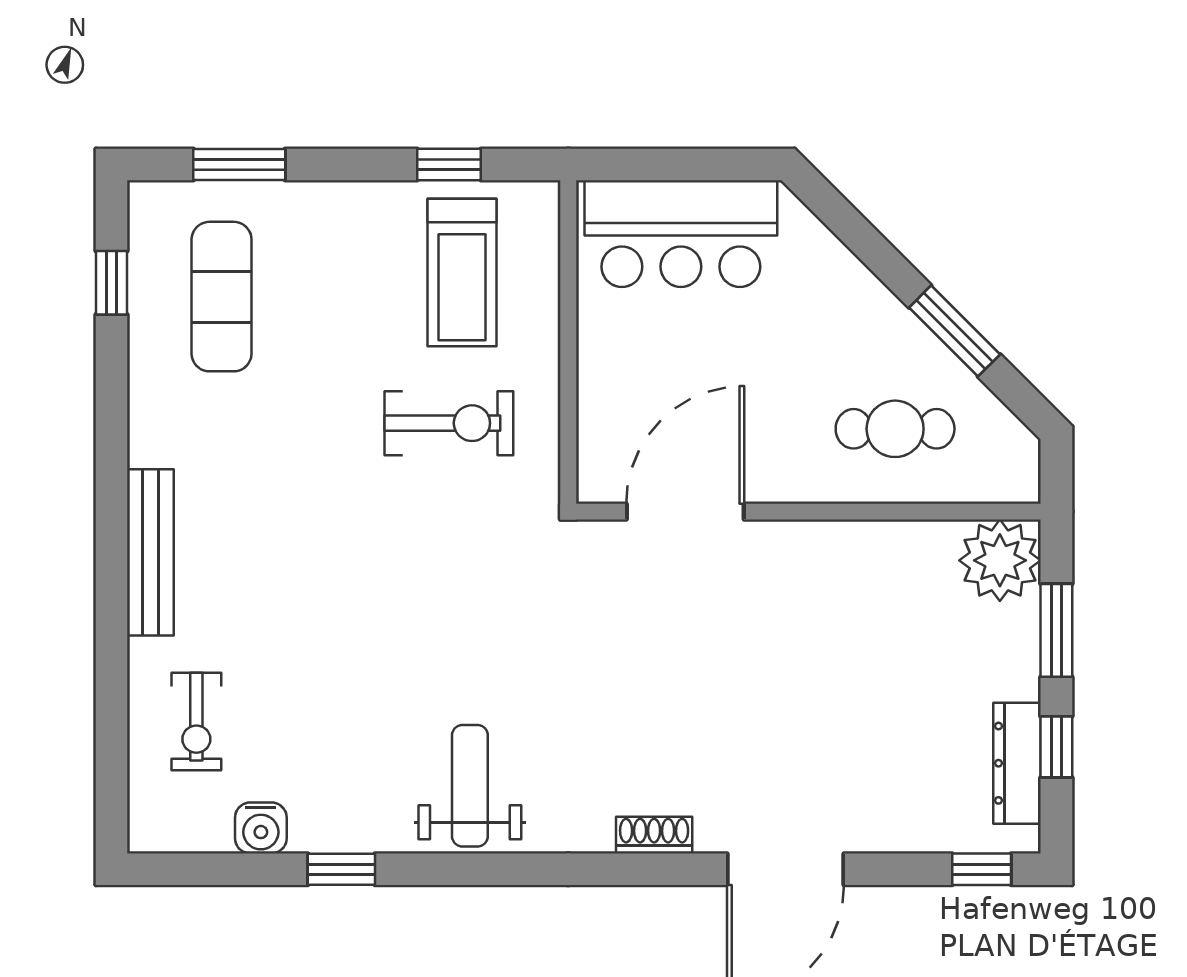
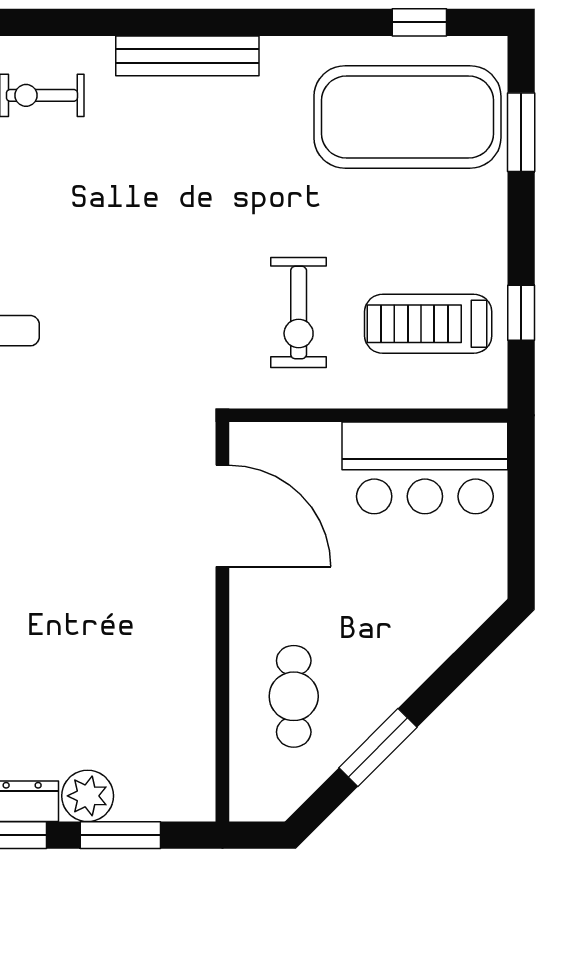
bar counter: (681, 234) -> (425, 468), moved, turned -90
exercise mat: (222, 297) -> (407, 117), width x2.00, depth x1.45
plant: (1000, 560) -> (88, 796), moved, width x0.73, depth x0.73

